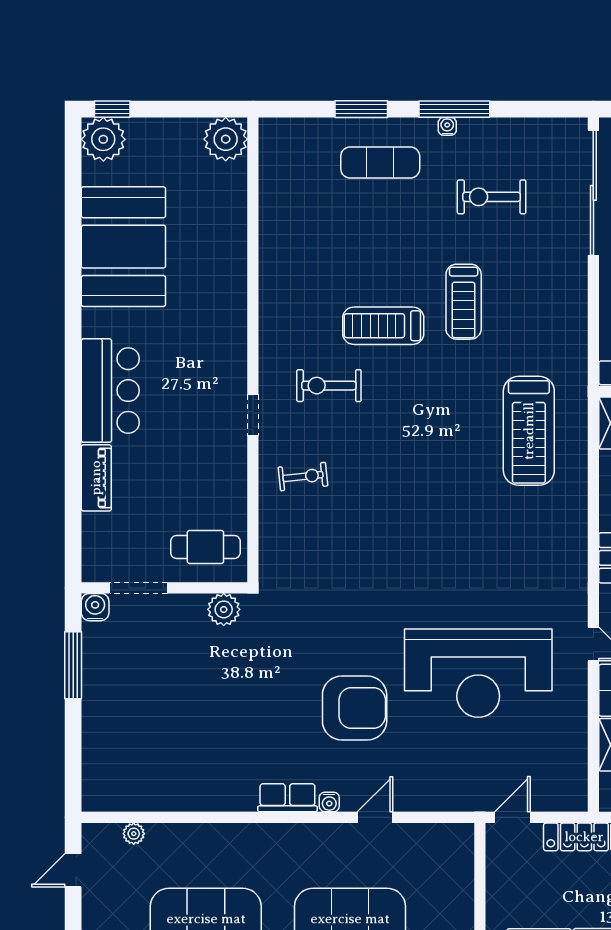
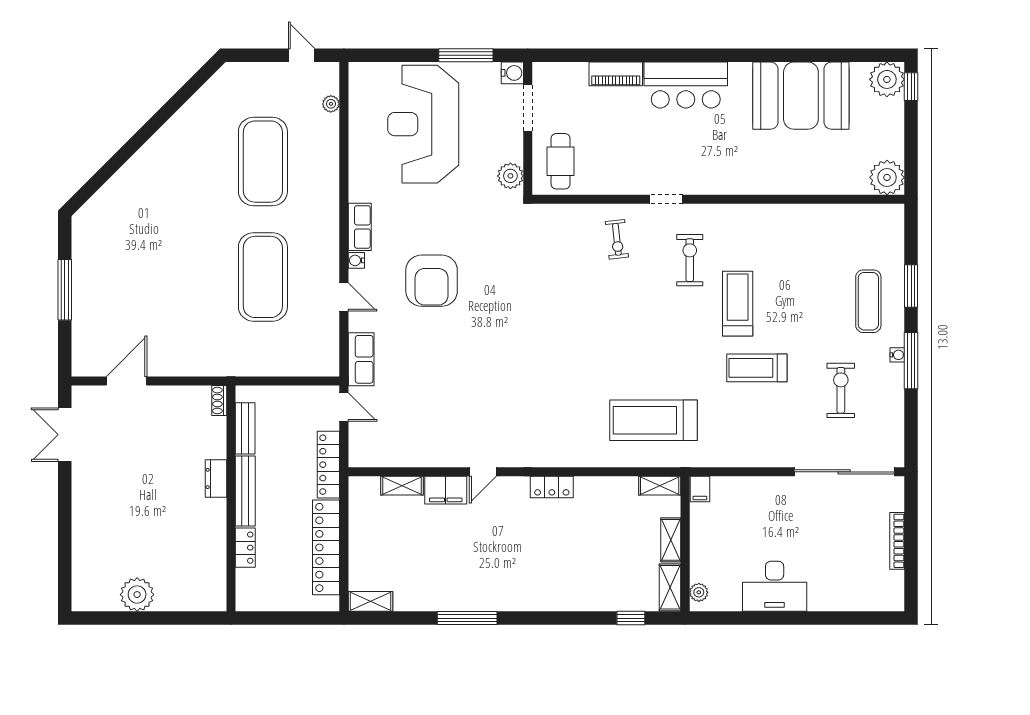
reception desk: (478, 673) -> (423, 124), moved
row of seats: (453, 796) -> (361, 359), added

